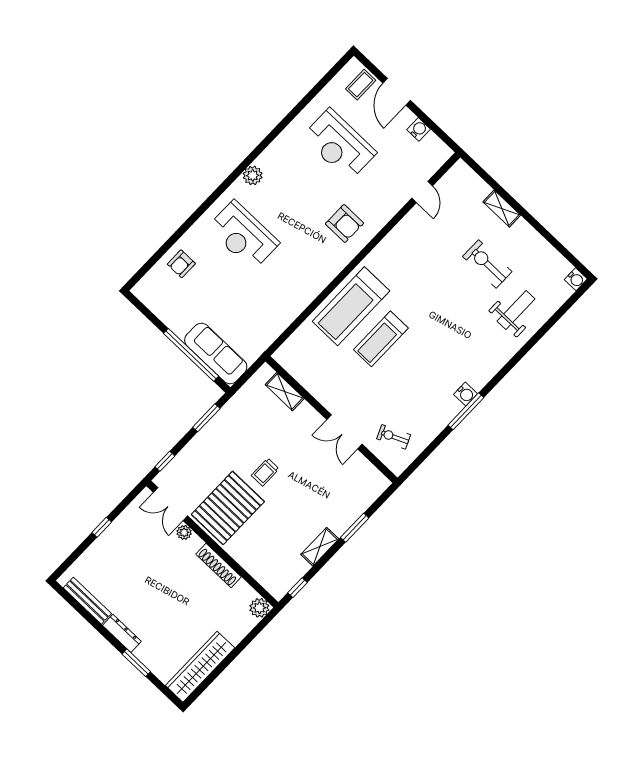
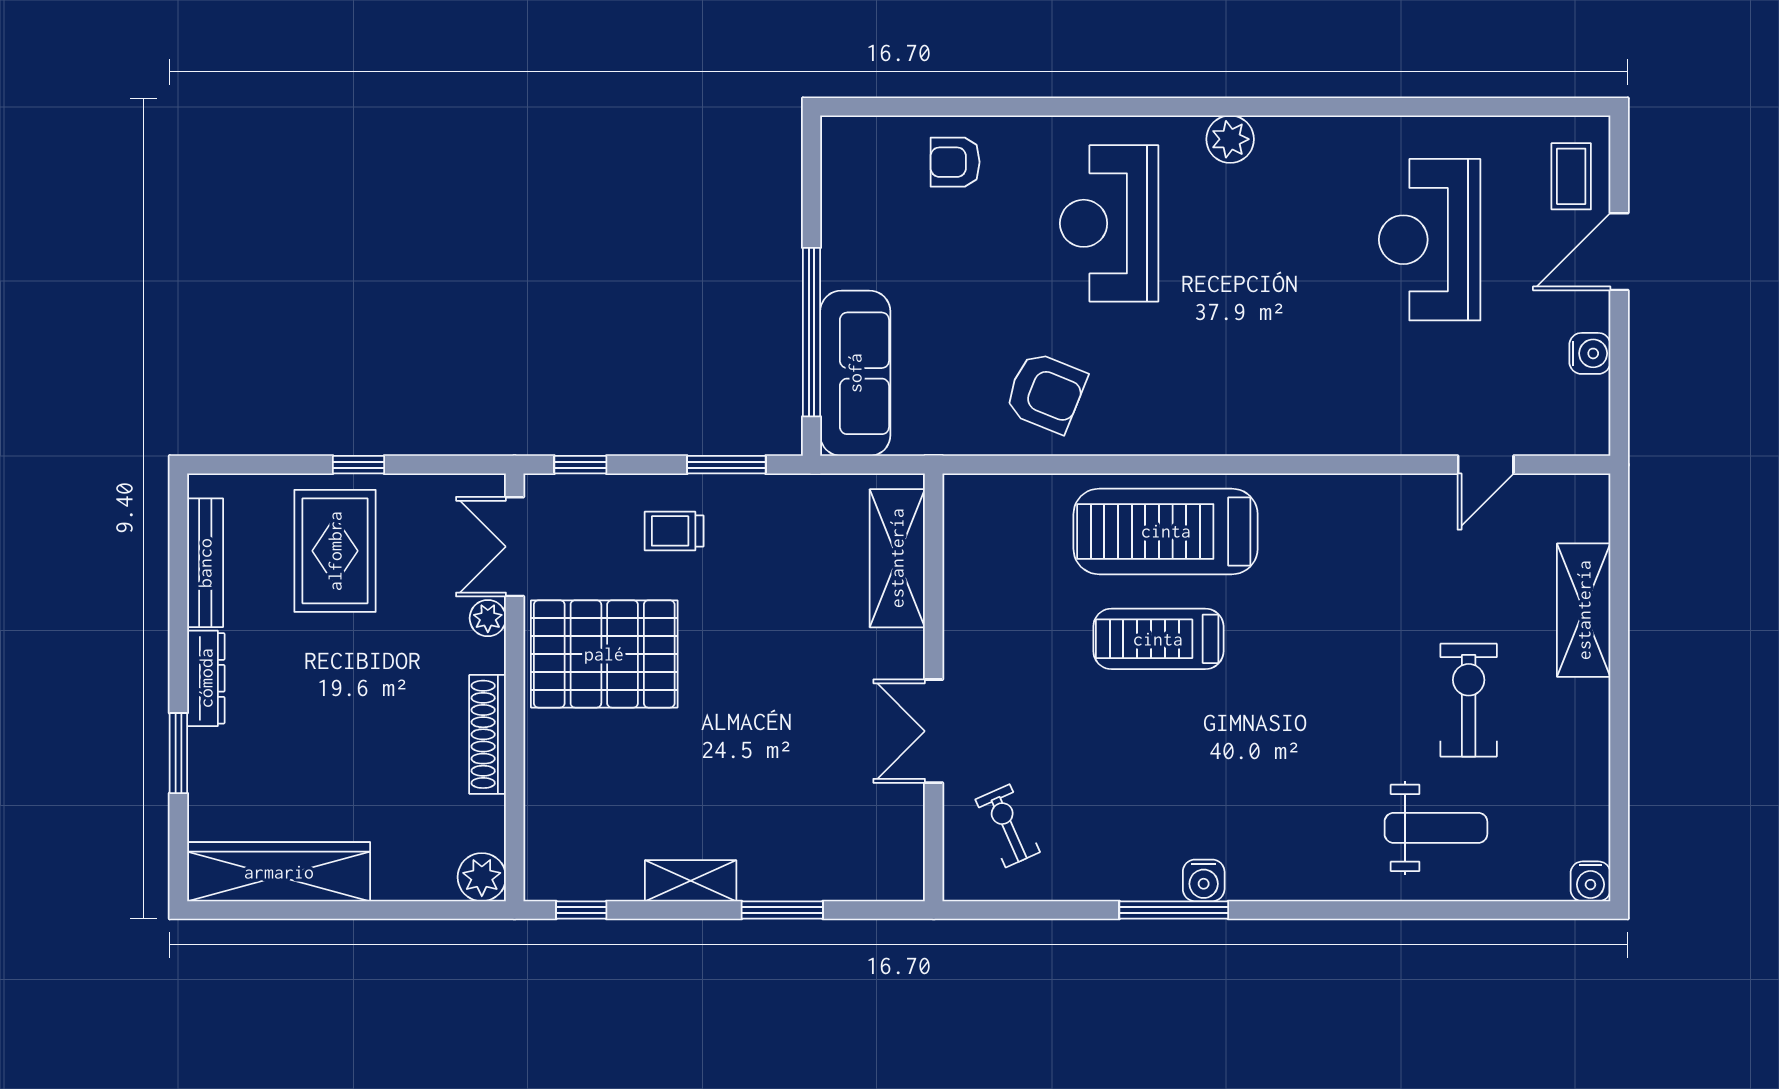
coffee table: (361, 85) -> (1571, 176), turned 90
shelving: (502, 209) -> (1584, 610), width x1.50, depth x1.33
armchair: (344, 224) -> (1046, 392), moved, turned -68
shelving: (285, 392) -> (897, 558), width x1.50, depth x1.33
trolley: (265, 472) -> (674, 531), moved
rug: (121, 559) -> (335, 551), added

